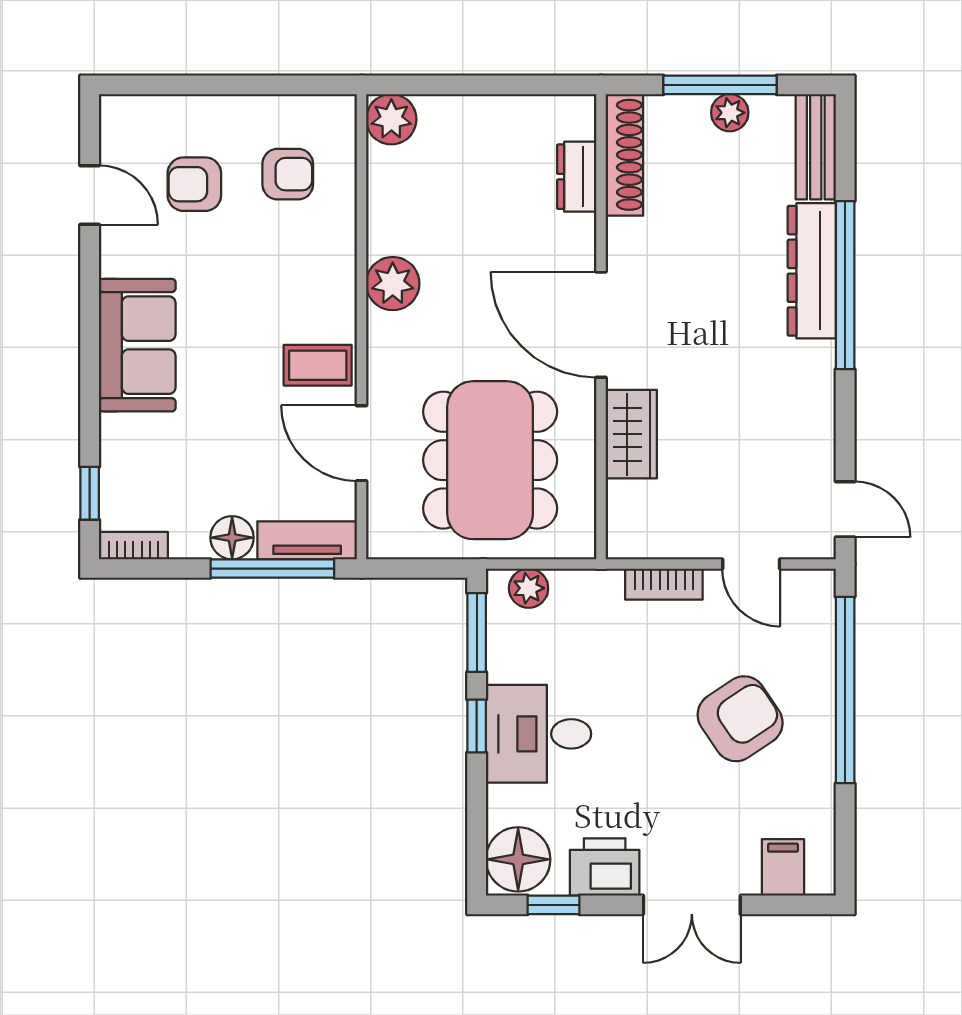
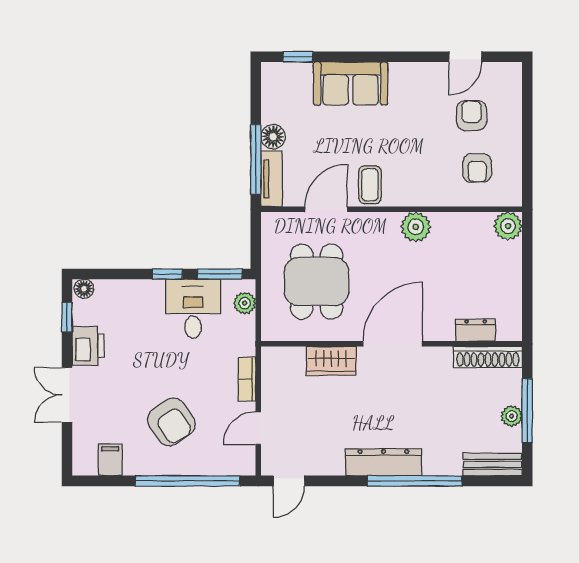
dresser: (812, 271) -> (383, 462), moved
sofa: (137, 345) -> (351, 83), moved
dining table: (490, 460) -> (317, 282), width x0.73
bookcase: (133, 546) -> (269, 81), removed
desk: (539, 734) -> (193, 309), moved
floor lamp: (518, 859) -> (84, 289), width x0.53, depth x0.53
filing cabinet: (783, 867) -> (110, 460), moved, turned -90

